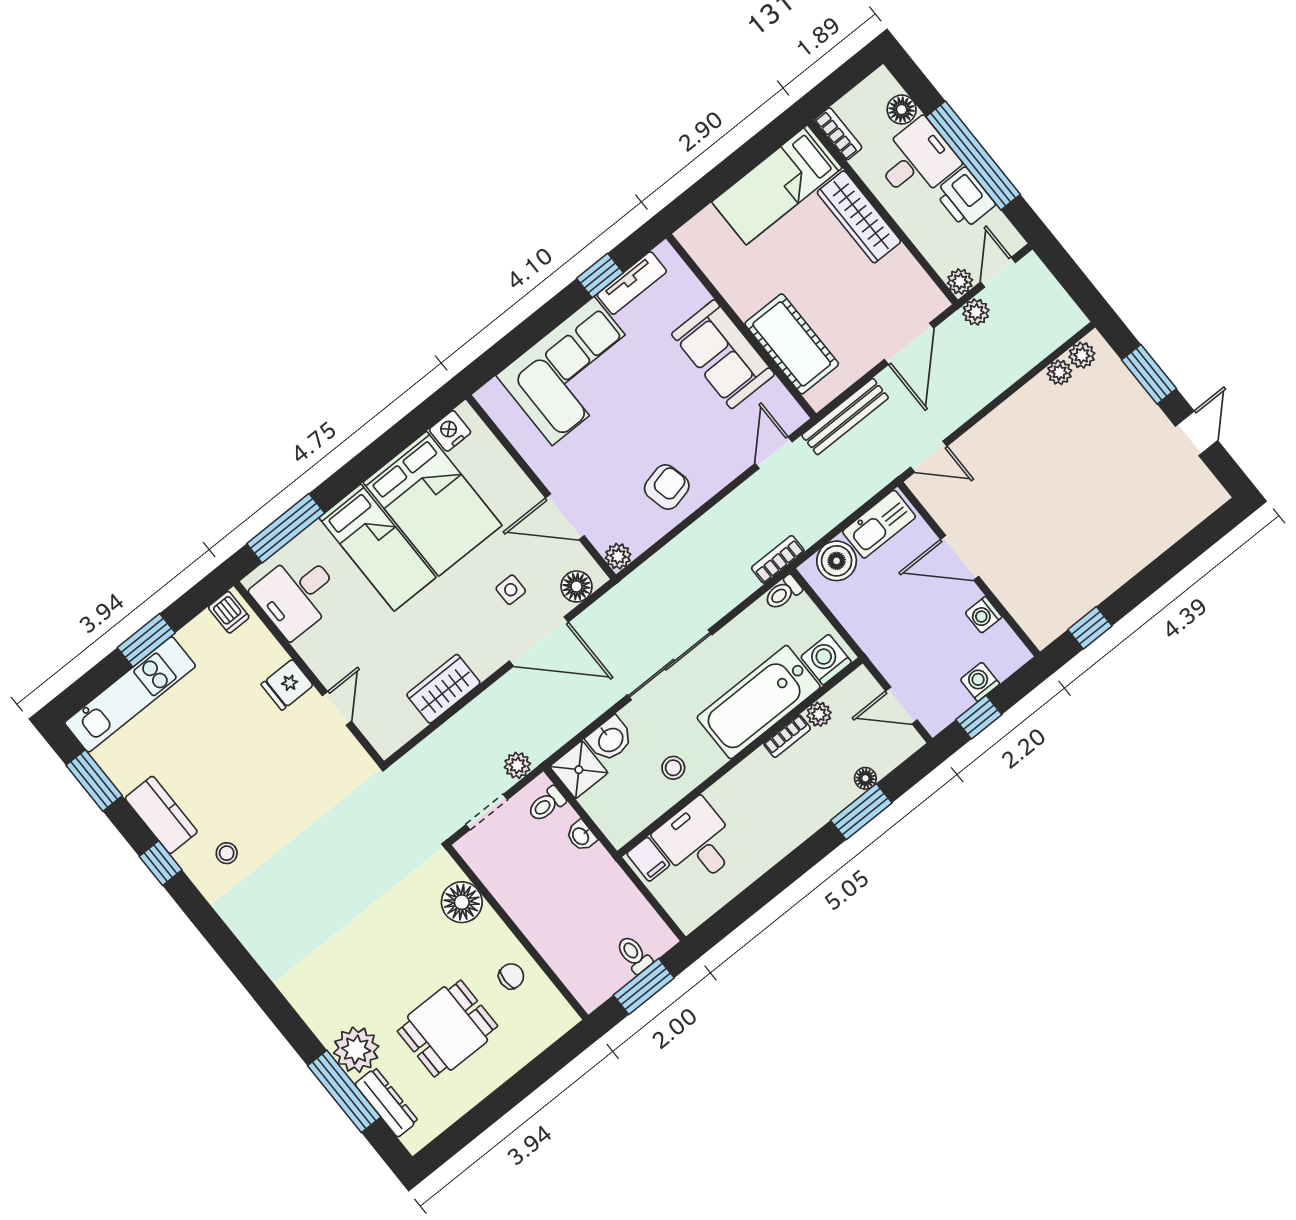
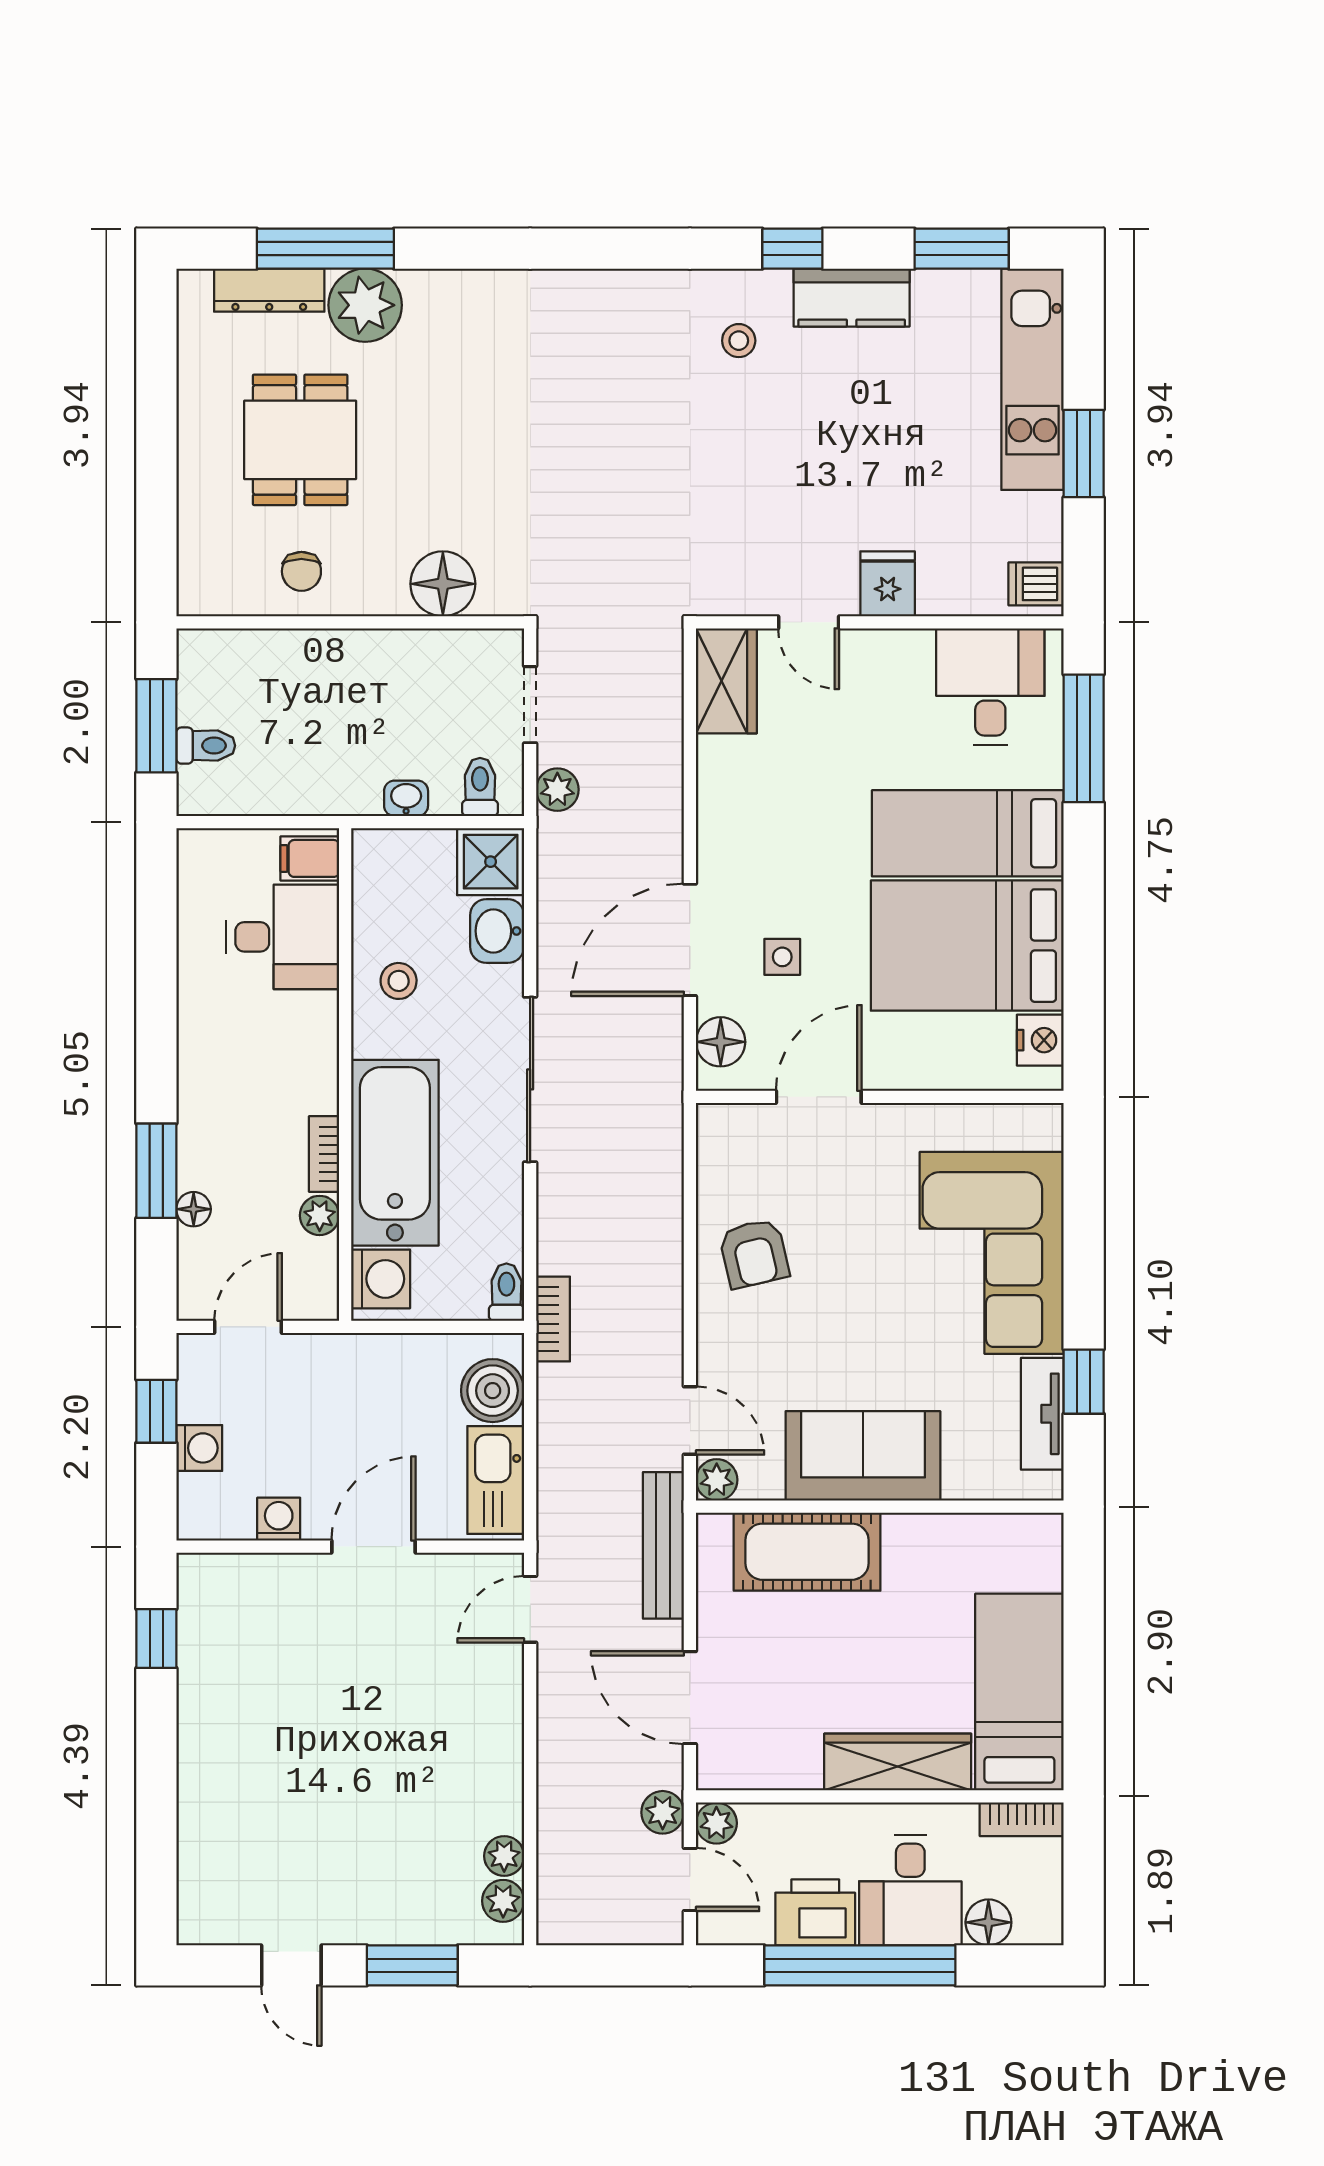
plant: (618, 556) -> (717, 1480), moved
wardrobe: (443, 689) -> (726, 681), moved

